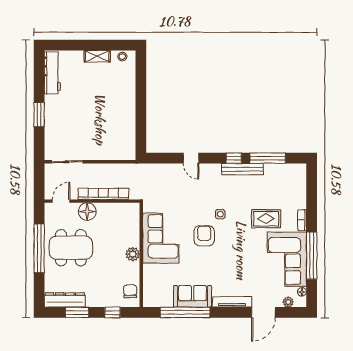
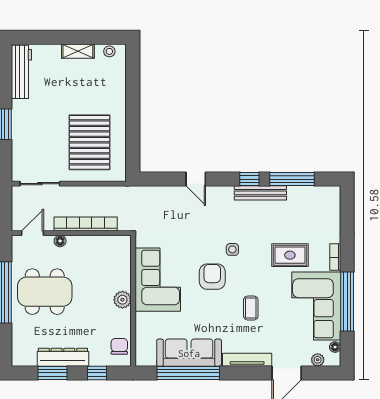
pallet: (106, 129) -> (89, 142), added
floor lamp: (87, 212) -> (60, 241), width x0.53, depth x0.53
coffee table: (235, 261) -> (251, 308), added
sofa: (193, 296) -> (189, 353), width x1.36
dresser: (65, 300) -> (63, 357), moved

